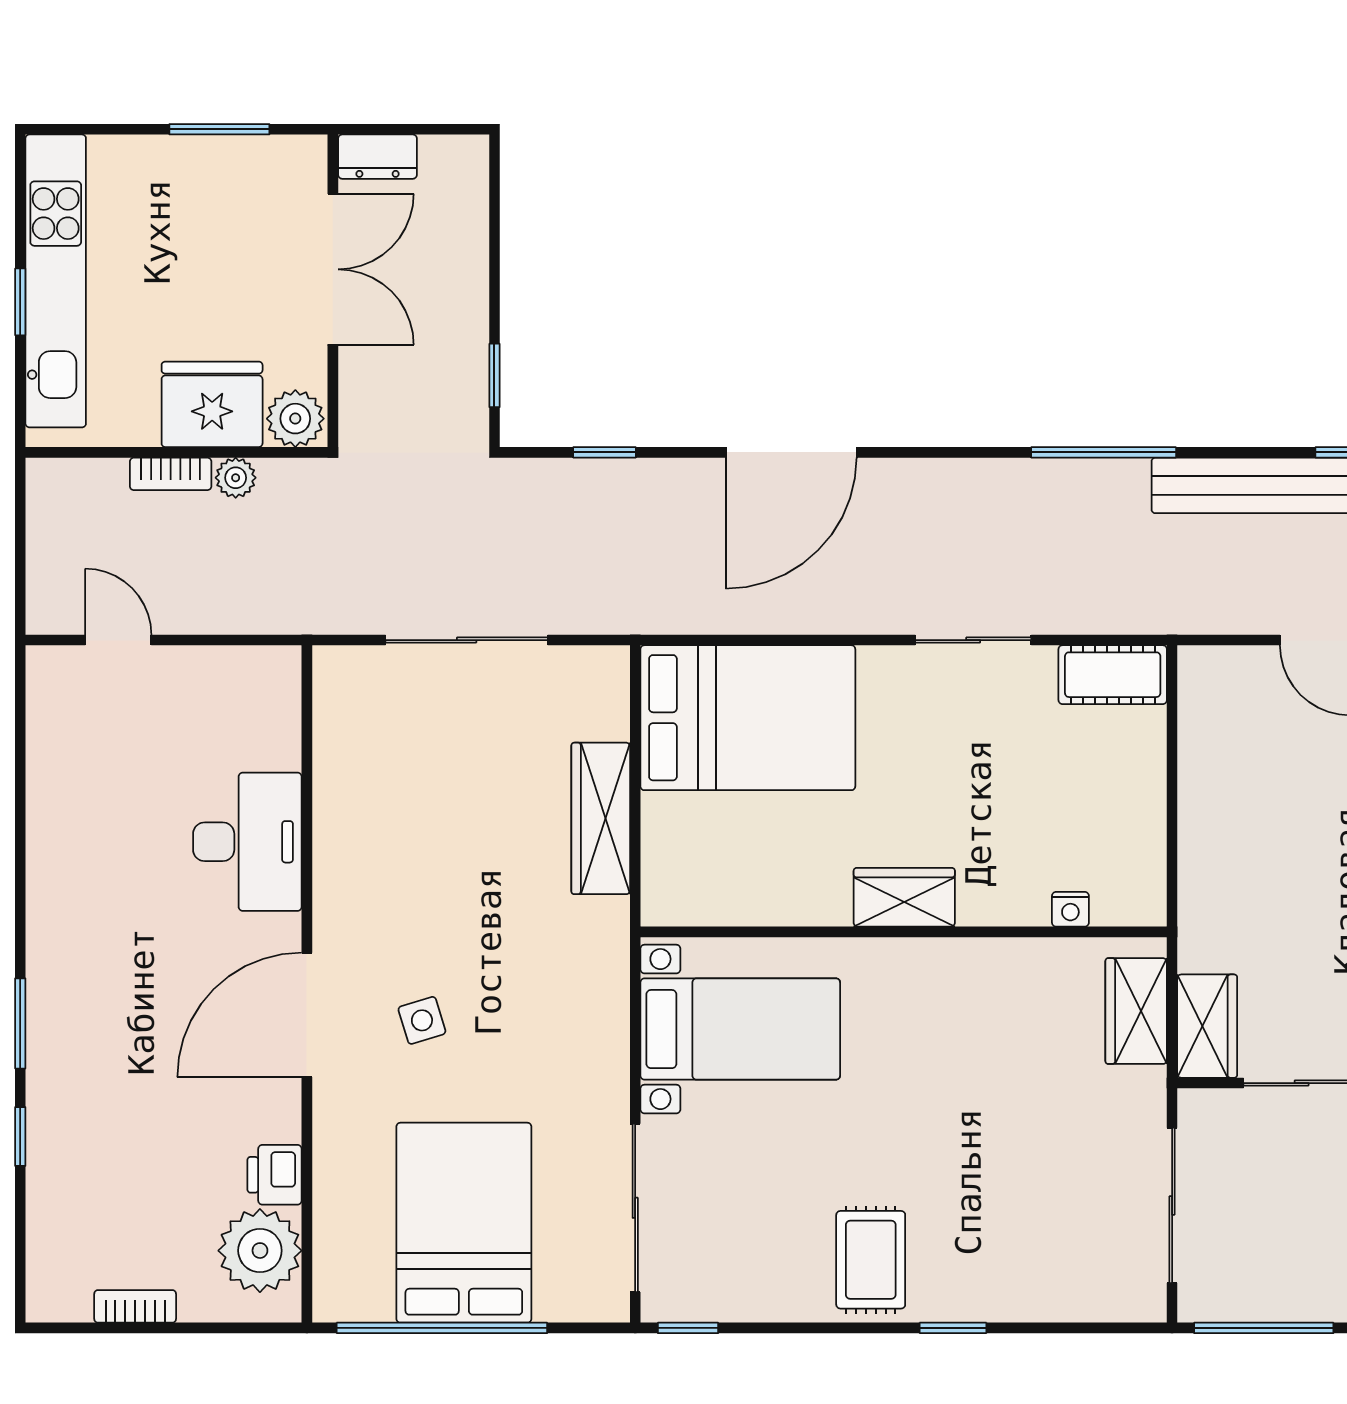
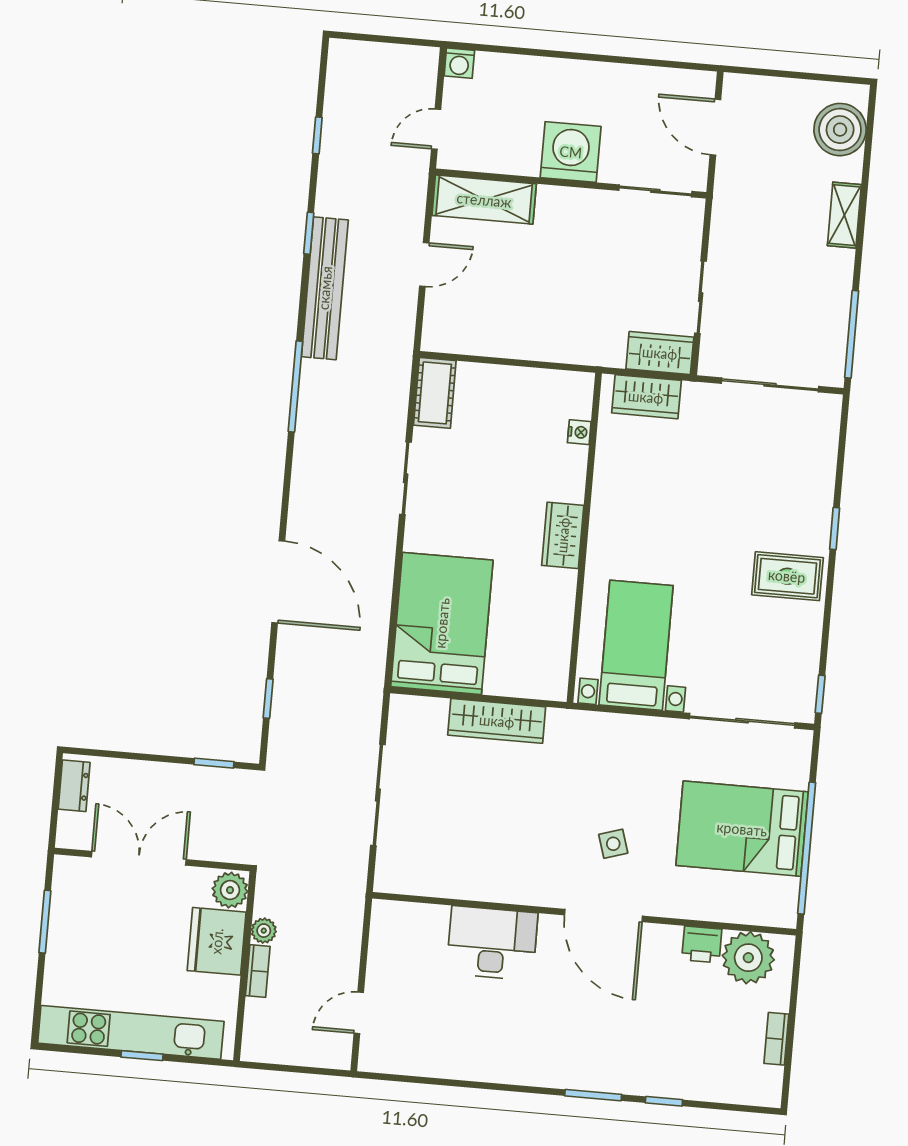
dresser: (378, 157) -> (74, 786), moved

